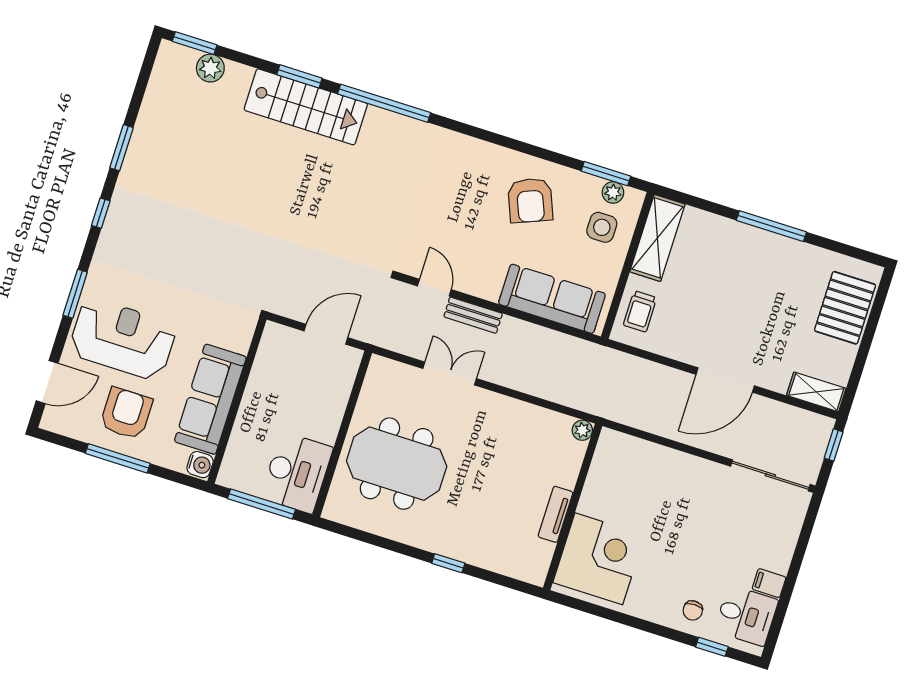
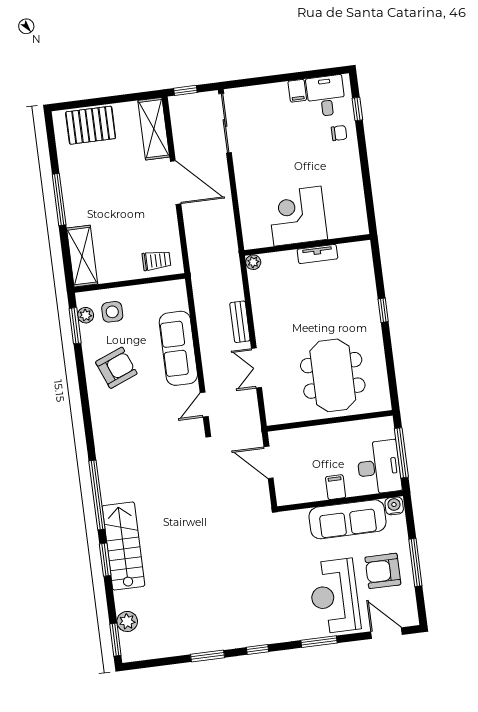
shelving: (657, 238) -> (82, 256), moved, turned 90
sofa: (552, 299) -> (178, 348), moved
bench: (473, 315) -> (240, 322), moved
shelving: (816, 392) -> (154, 129), width x1.50, depth x1.33
filing cabinet: (257, 403) -> (336, 487), added
desk: (297, 473) -> (379, 467), moved, turned 90
corner desk: (599, 559) -> (298, 216), moved

